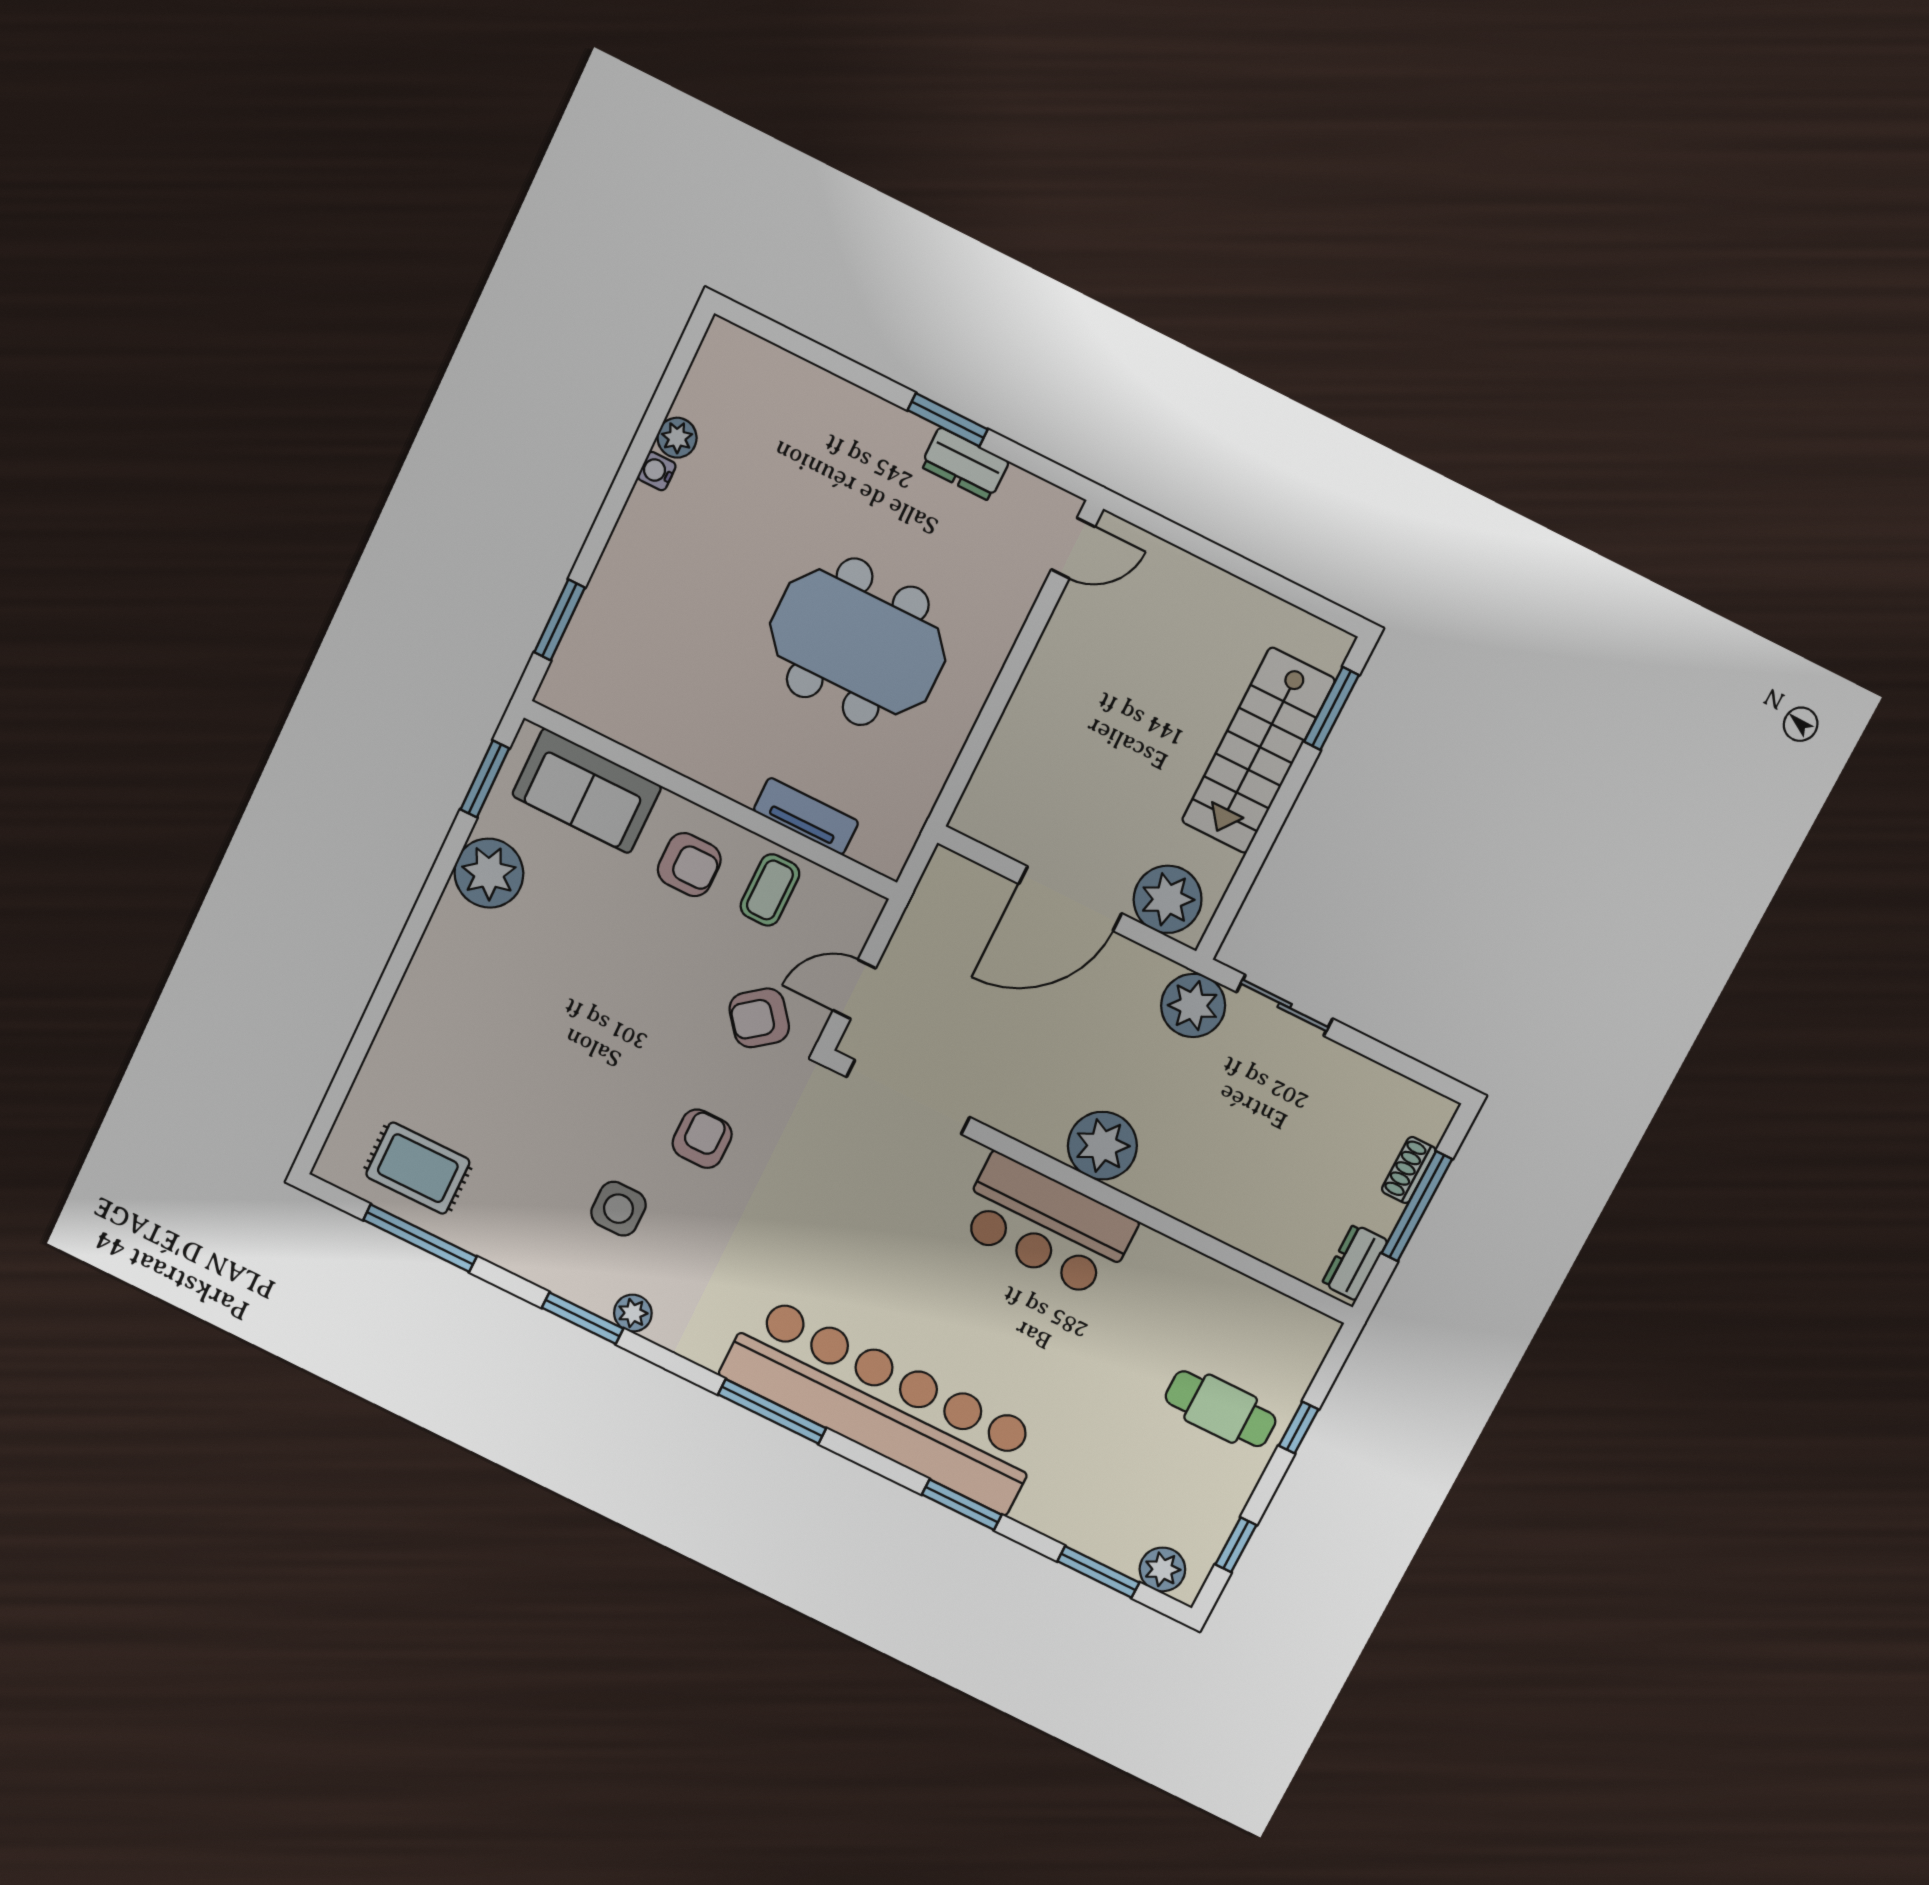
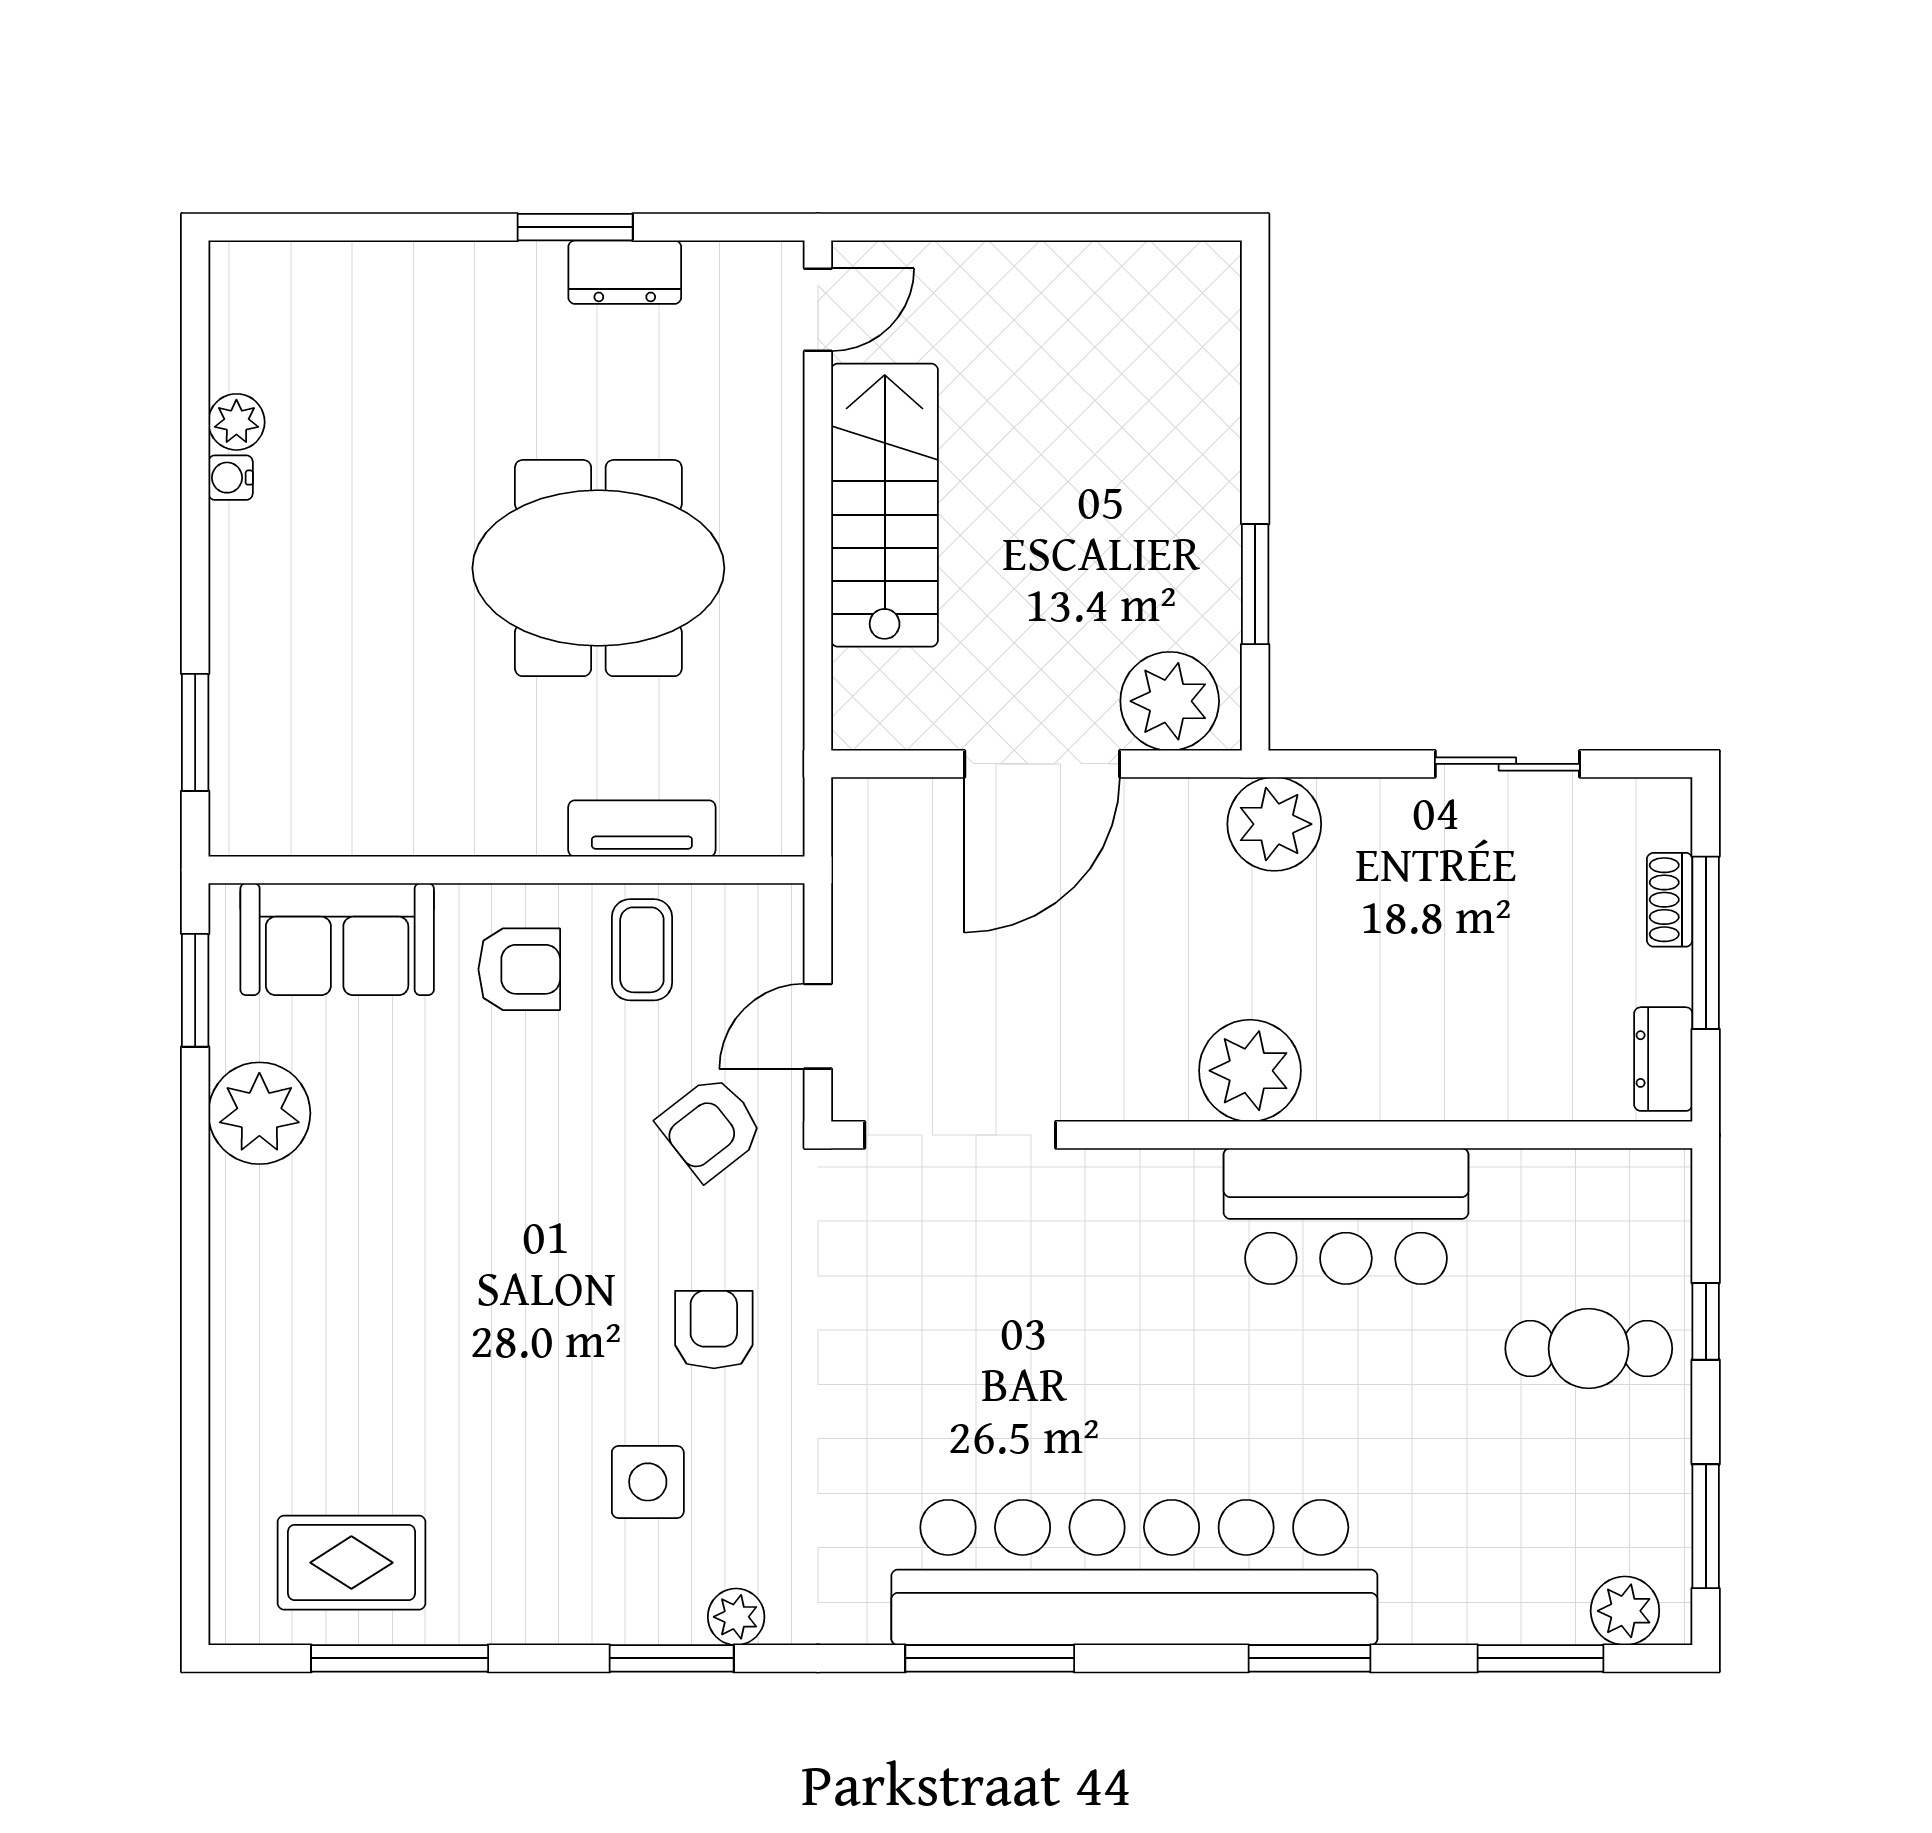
window: (1332, 708) -> (1255, 584), moved
stairs: (1258, 751) -> (885, 505), moved, turned 180
sliding door: (1285, 1005) -> (1507, 764), moved
bar counter: (1046, 1226) -> (1346, 1216), moved
window: (1236, 1545) -> (1706, 1526), width x1.50

